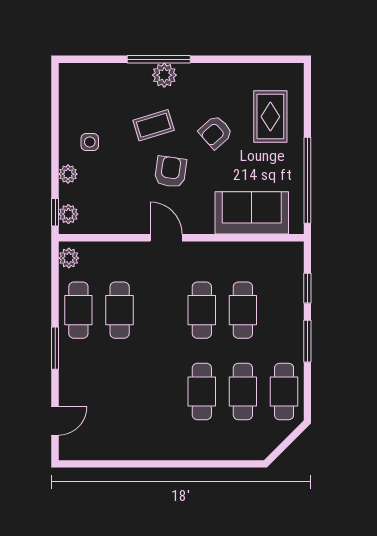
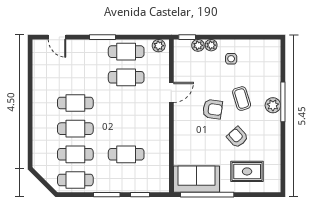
sofa: (252, 213) -> (196, 179), moved, turned -90
plant: (68, 214) -> (198, 45), moved
door: (166, 238) -> (171, 92), moved
cafe table: (202, 310) -> (75, 103), moved

